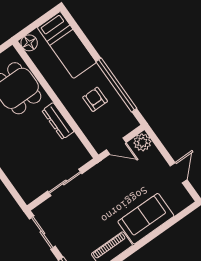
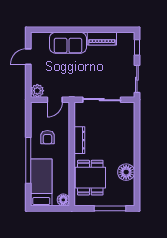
window: (116, 85) -> (28, 160), moved
door: (116, 146) -> (55, 100), swing flipped
sliding door: (65, 182) -> (102, 100), width x1.37

